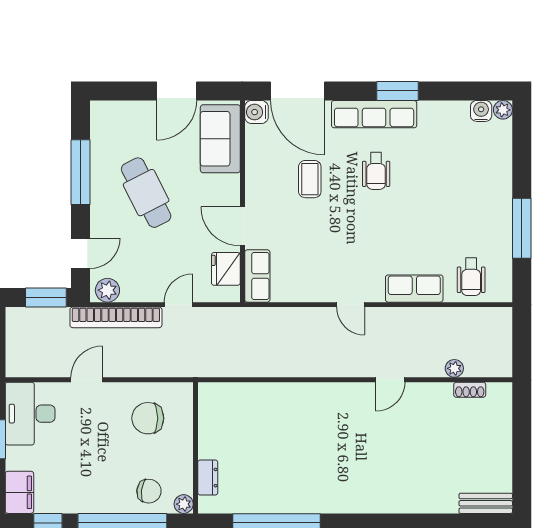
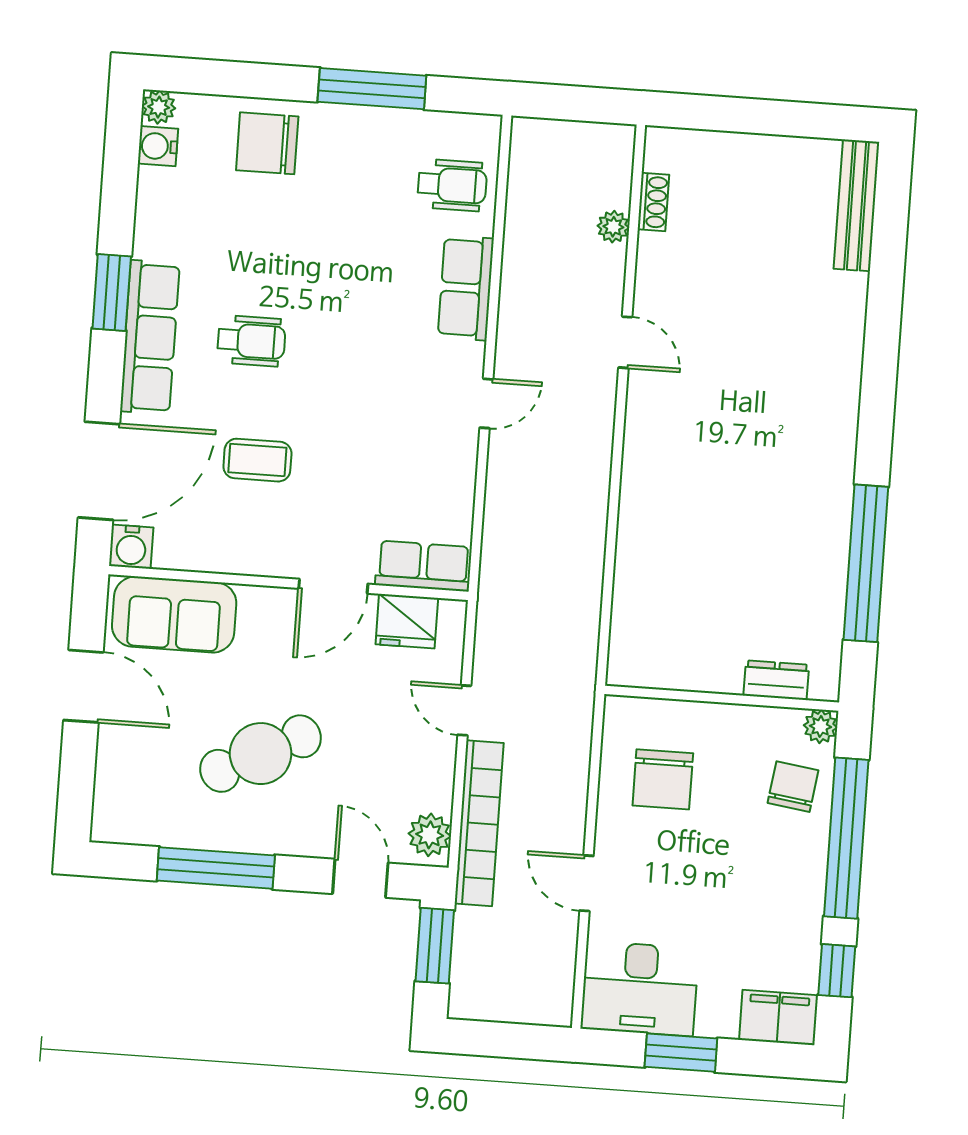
chair: (487, 172) -> (267, 143), added
bench: (486, 503) -> (857, 205), width x1.36

